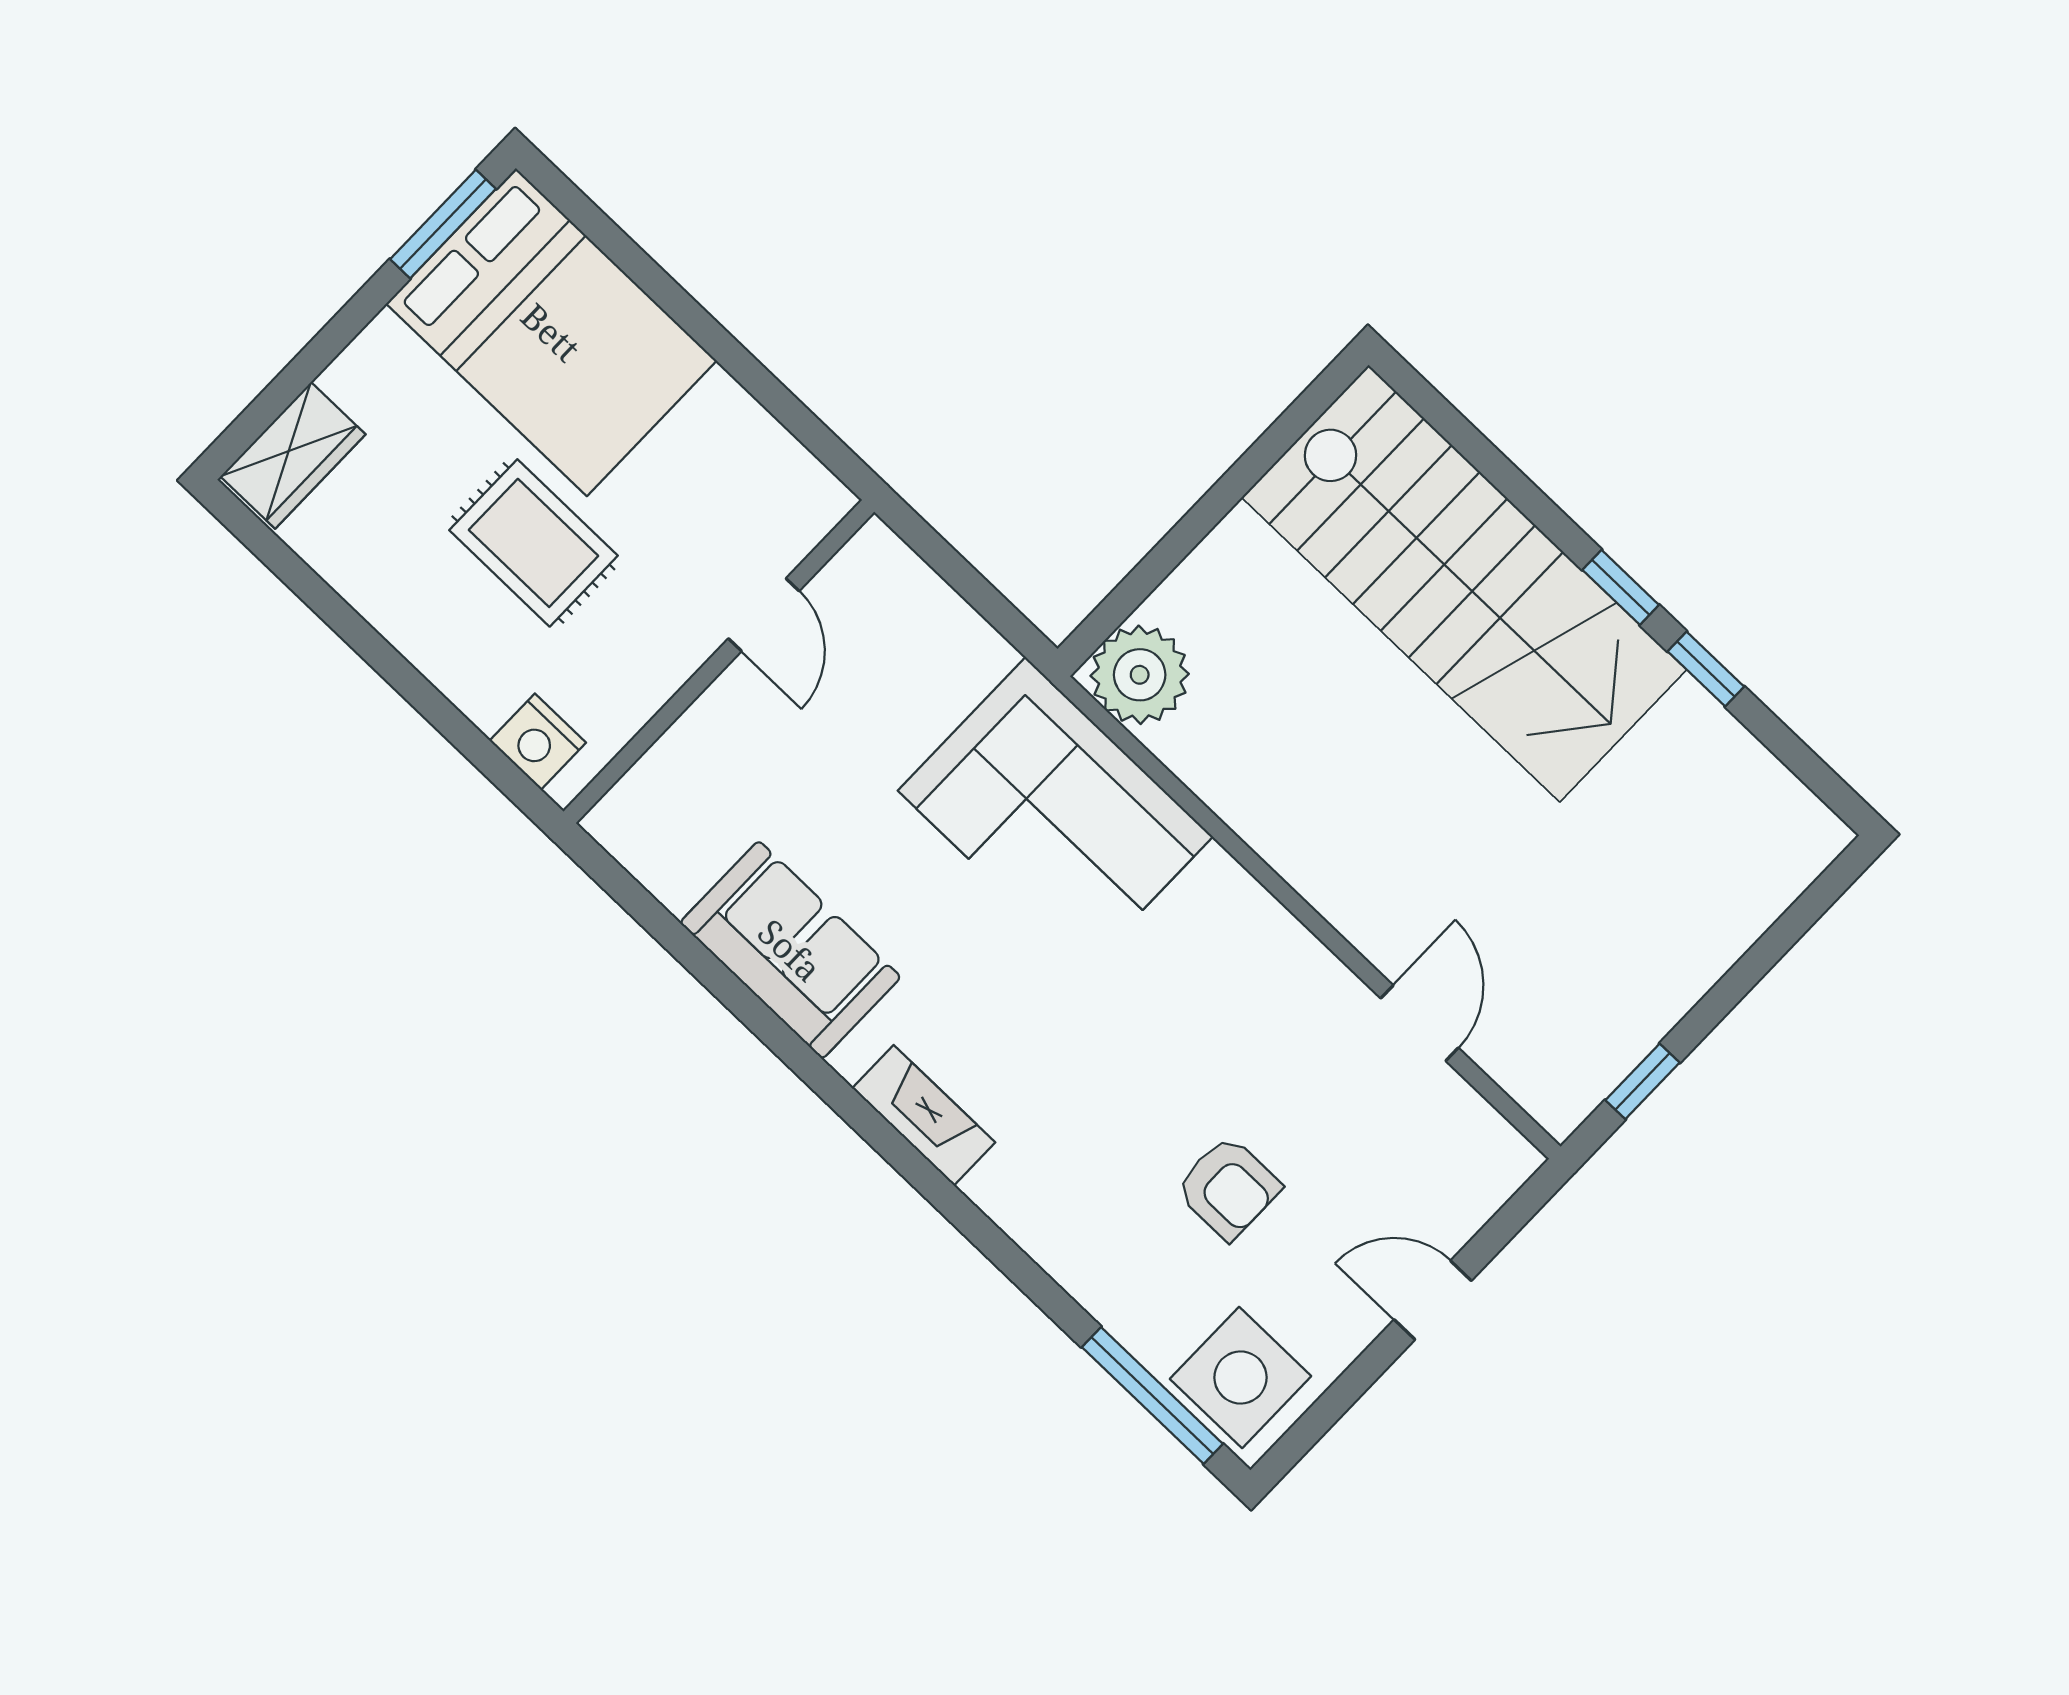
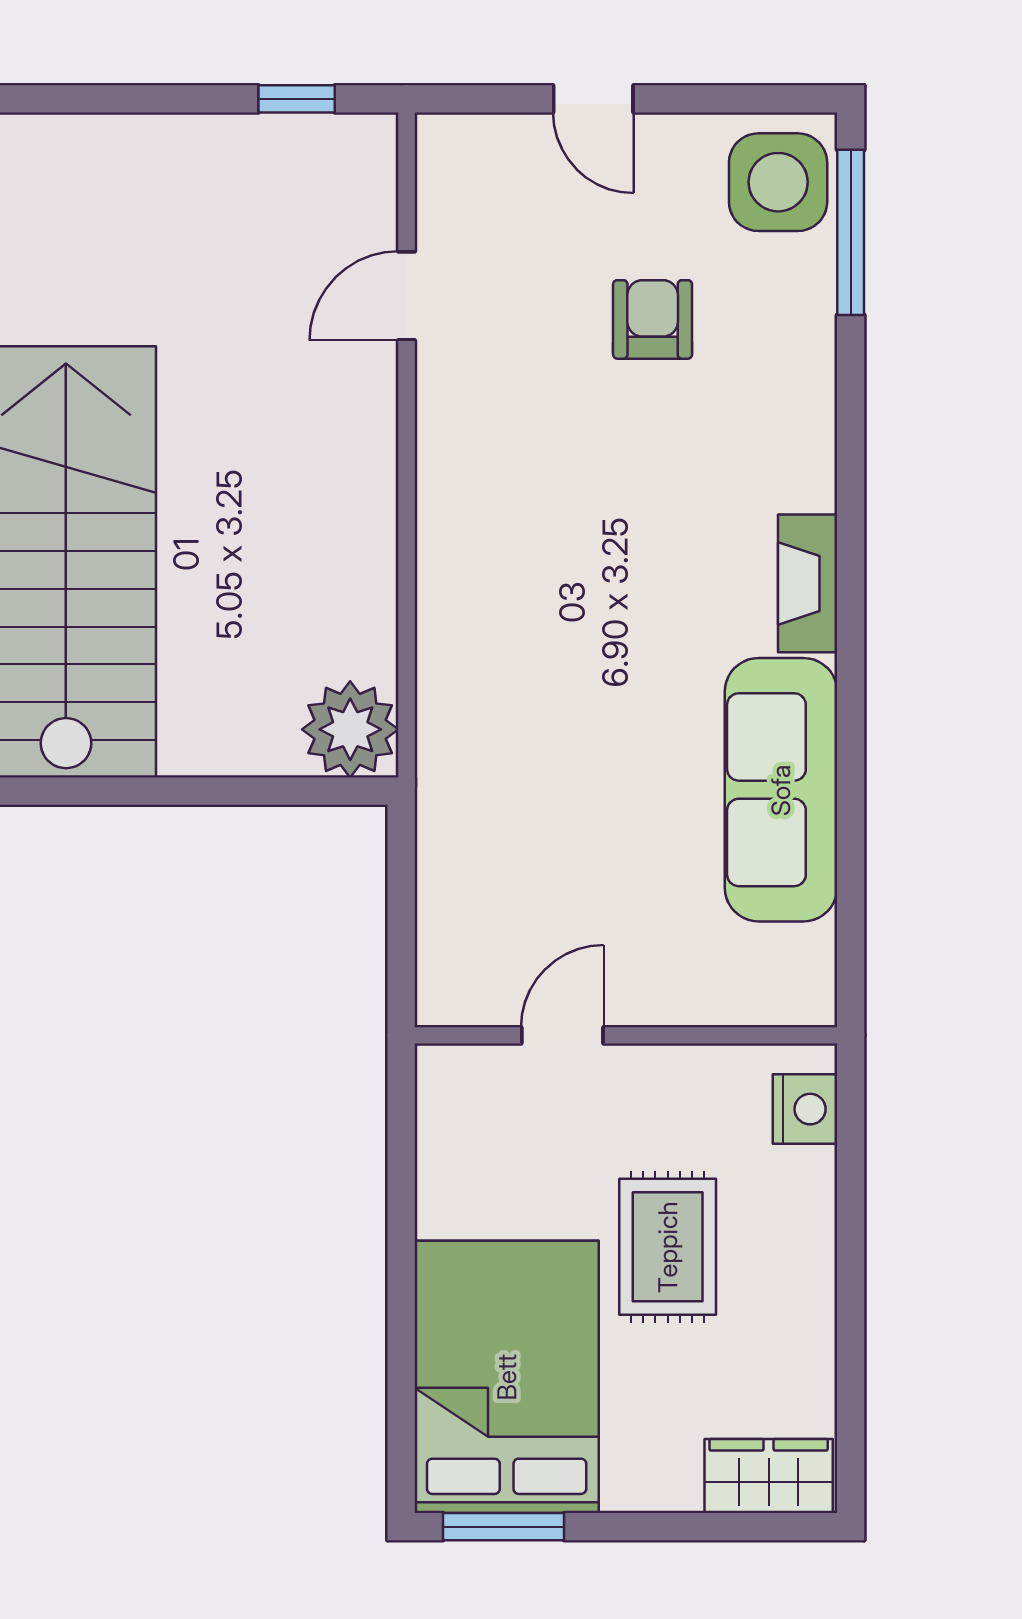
corner sofa: (1055, 814) -> (505, 695), removed
sofa: (790, 950) -> (781, 790), width x1.36

